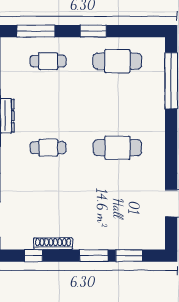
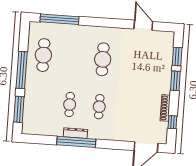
window: (93, 31) -> (22, 70), width x2.11
cafe table: (48, 61) -> (70, 105), moved

